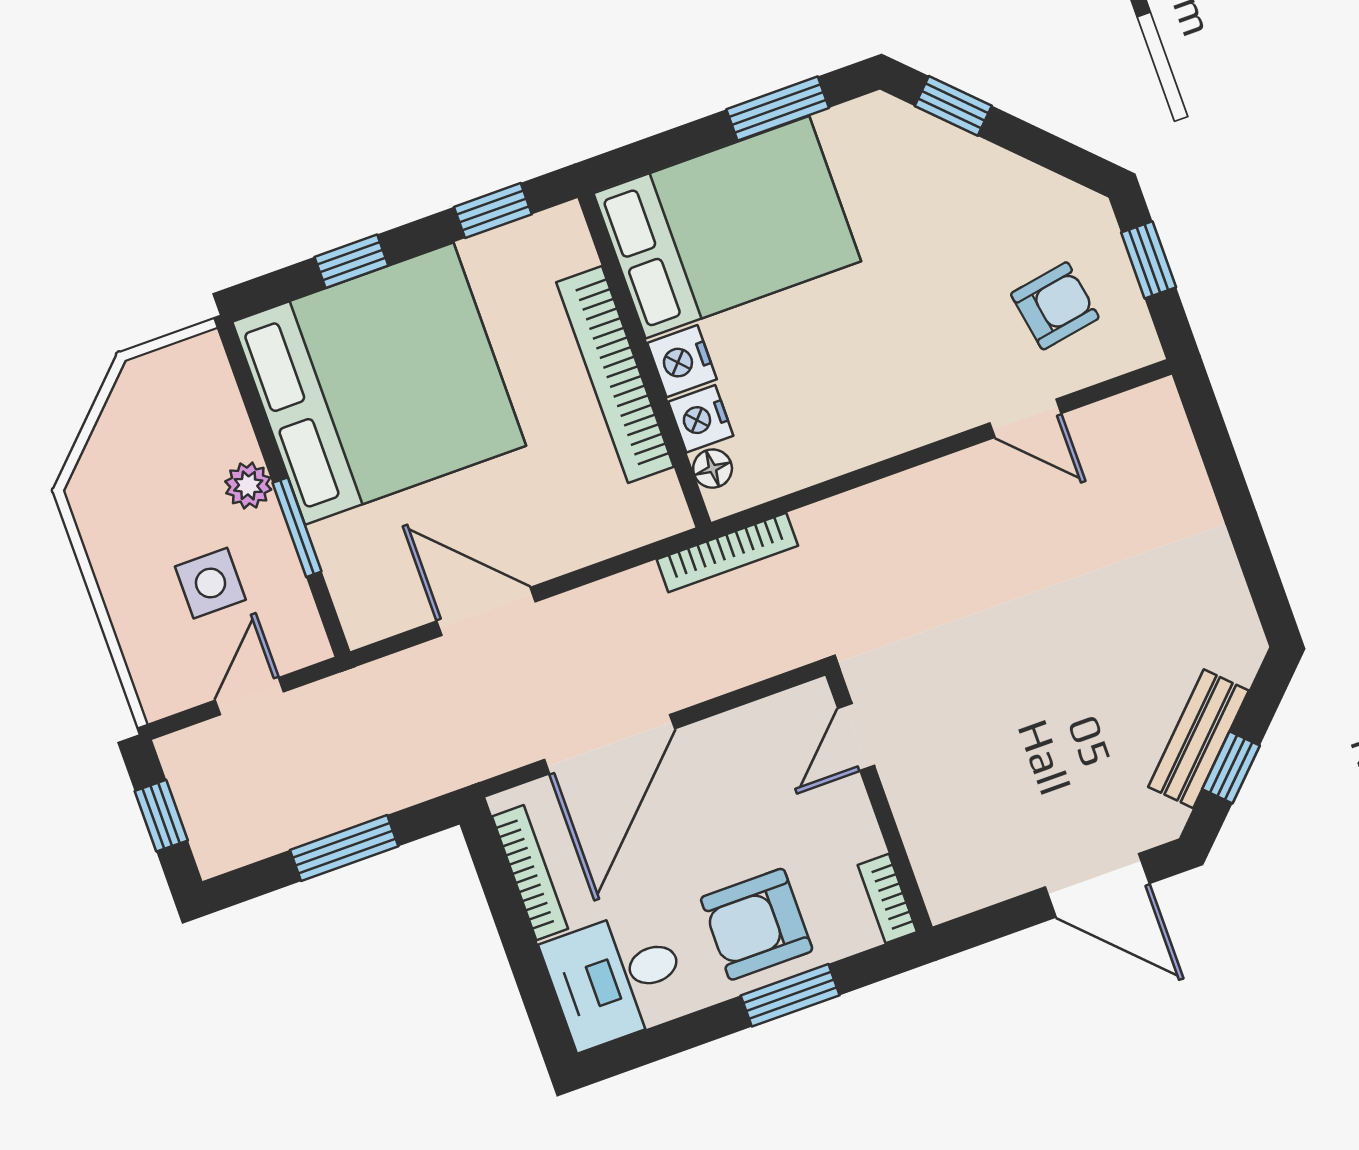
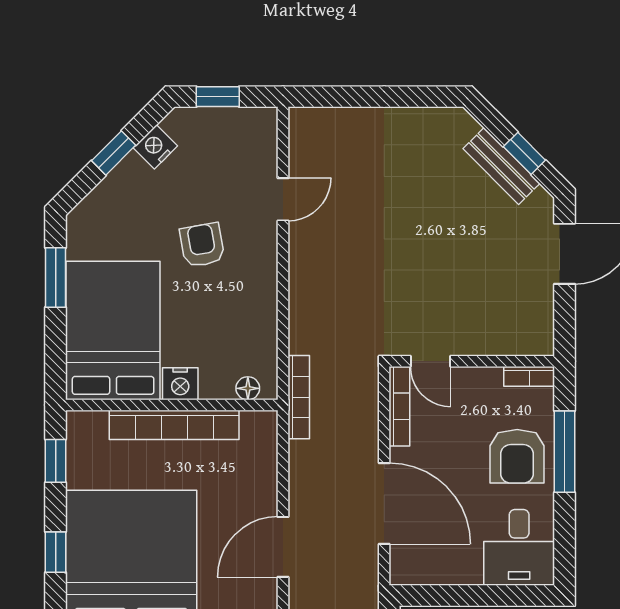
window: (953, 106) -> (114, 153), moved
armchair: (1055, 306) -> (202, 245), moved
nightstand: (701, 419) -> (155, 147), moved, turned 135
bookcase: (530, 873) -> (399, 406), moved, turned 90
window: (790, 995) -> (564, 452), width x1.44

